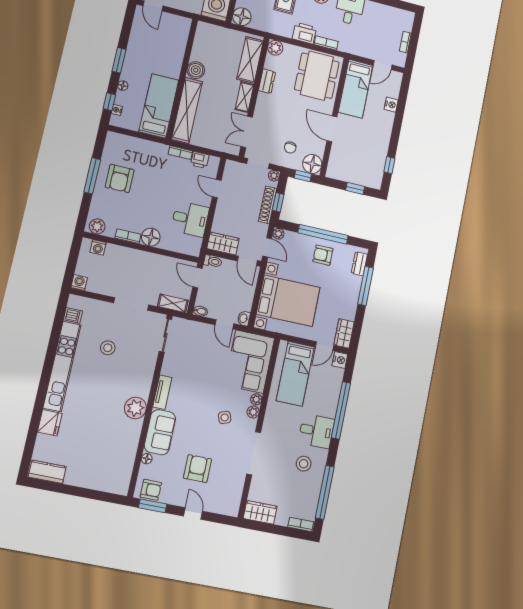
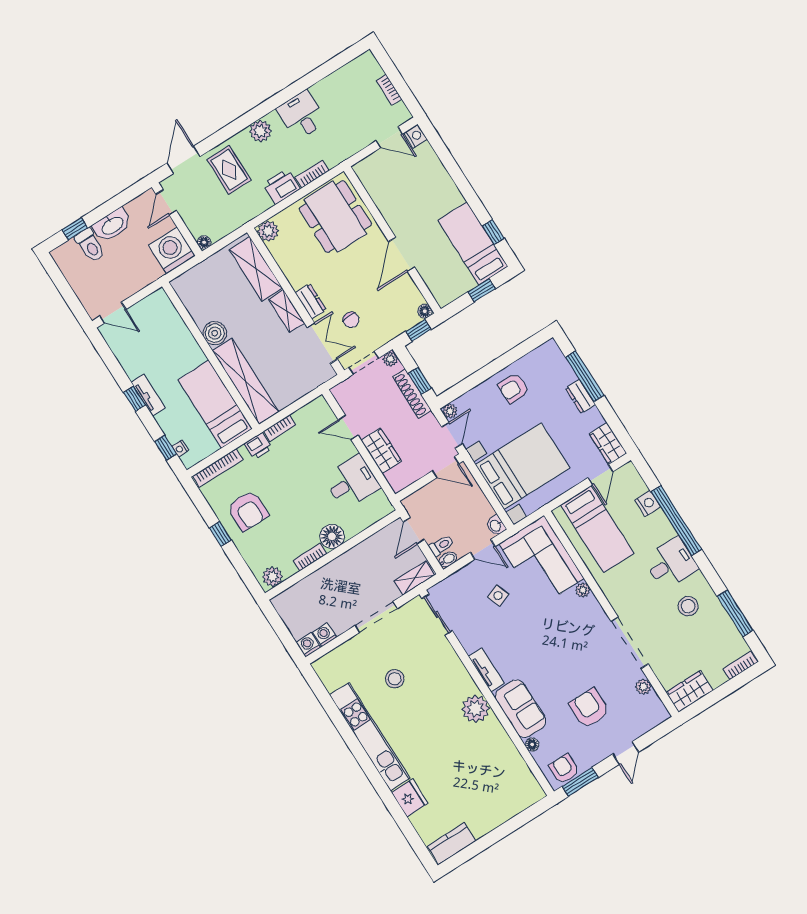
floor lamp: (242, 17) -> (204, 242), width x0.53, depth x0.53
window: (119, 60) -> (135, 399), width x0.67
door: (383, 65) -> (389, 137), hinge flipped
tv unit: (128, 66) -> (148, 395), added
dresser: (267, 81) -> (311, 301), moved
floor lamp: (123, 86) -> (162, 420), removed
bed: (356, 89) -> (473, 243), moved, turned 180
nightstand: (391, 105) -> (415, 136), moved
door: (332, 129) -> (402, 254), hinge flipped
double door: (247, 132) -> (322, 343), swing flipped
bookcase: (126, 140) -> (218, 468), added
chair: (290, 147) -> (351, 320), moved
printer: (200, 160) -> (258, 446), moved
floor lamp: (312, 164) -> (425, 311), width x0.53, depth x0.53
window: (92, 176) -> (220, 534), width x0.46
window: (323, 234) -> (494, 368), removed
wardrobe: (223, 243) -> (381, 451), moved, turned 90
washing machine: (98, 247) -> (325, 635), moved, turned 180
door: (267, 247) -> (452, 435), hinge flipped
toilet: (213, 261) -> (441, 546), moved
dresser: (359, 264) -> (580, 397), moved
door: (197, 278) -> (414, 531), hinge flipped
dishwasher: (73, 315) -> (333, 681), removed
nightstand: (340, 360) -> (648, 503), moved
plant: (253, 412) -> (643, 687), moved
side table: (225, 417) -> (498, 595), moved
armchair: (151, 490) -> (564, 769), turned -90
window: (325, 492) -> (735, 613), width x0.68
door: (193, 514) -> (626, 753), swing flipped

